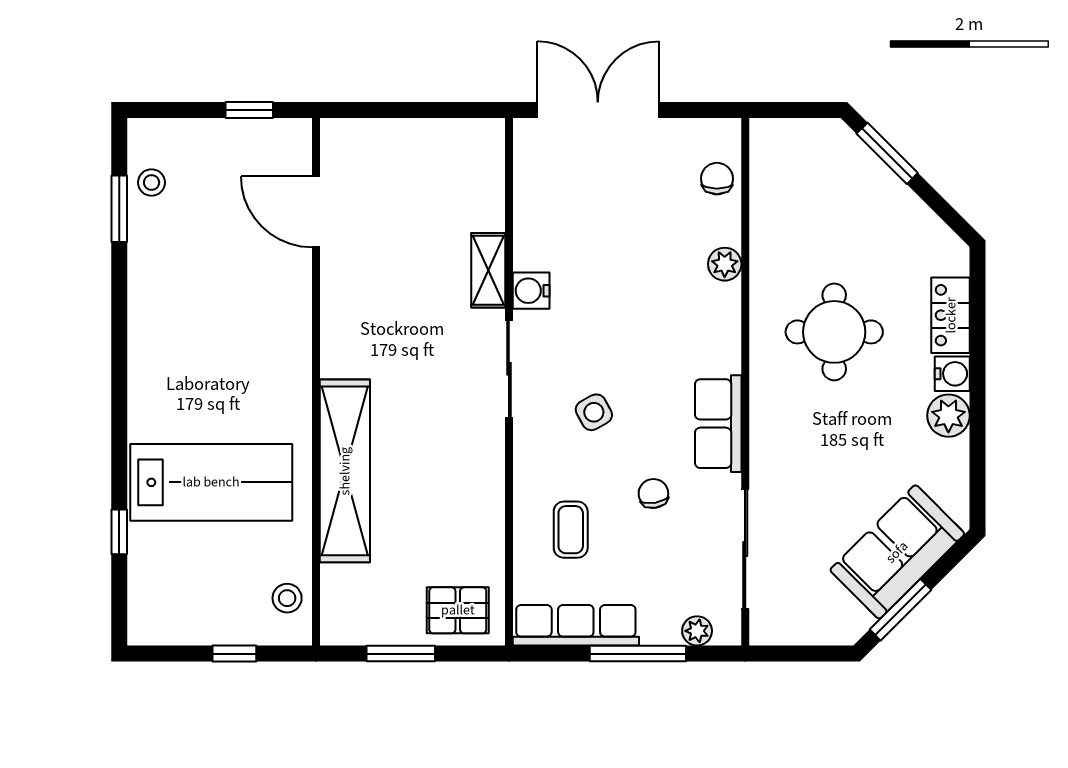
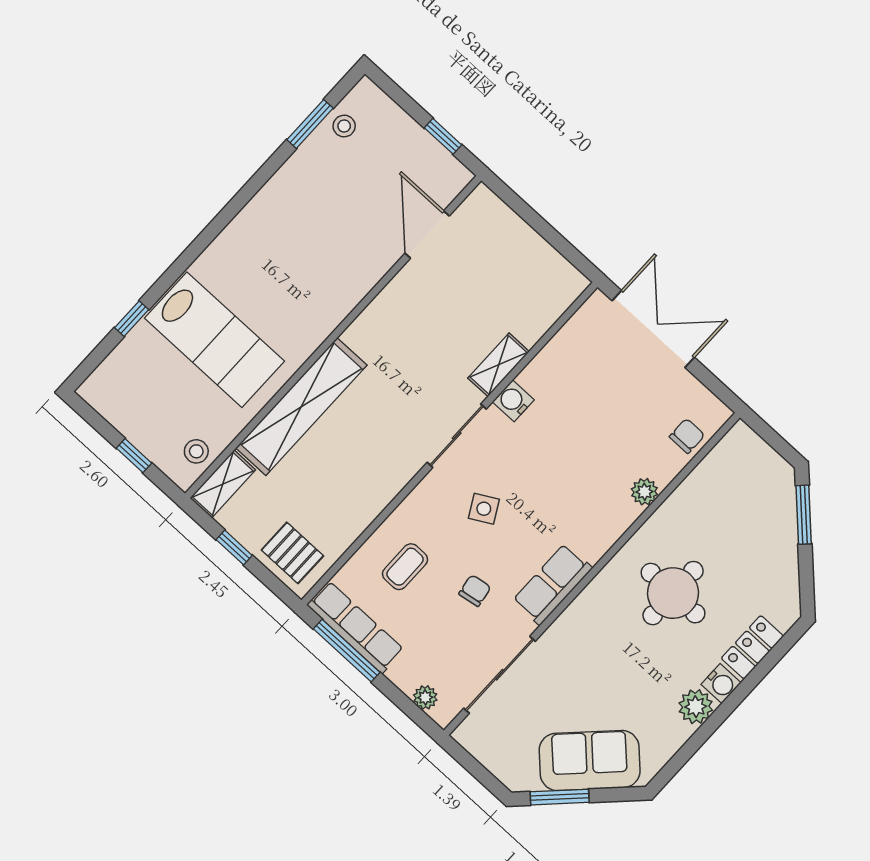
shelving: (338, 606) -> (223, 484), added
window: (401, 654) -> (234, 547), width x0.67
window: (638, 654) -> (347, 651), moved

